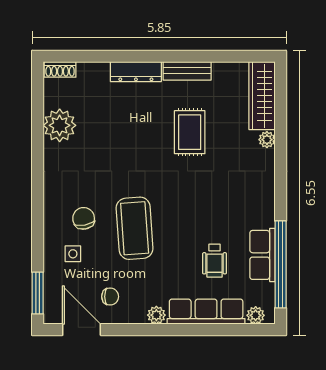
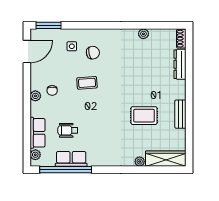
dresser: (136, 72) -> (180, 64), moved
plant: (60, 125) -> (143, 34), width x0.53, depth x0.53
coffee table: (135, 228) -> (87, 83), width x0.54, depth x0.58
chair: (110, 297) -> (52, 90), moved
row of seats: (206, 312) -> (38, 133), width x0.68

